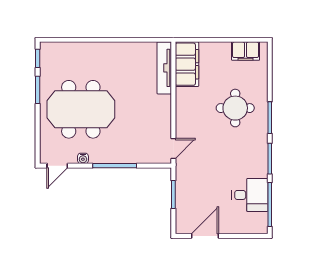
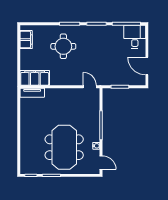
tv unit: (164, 68) -> (32, 93), width x0.71
desk: (250, 195) -> (135, 37), moved

